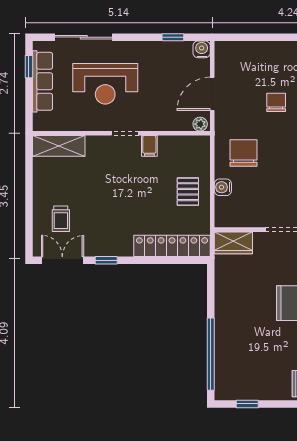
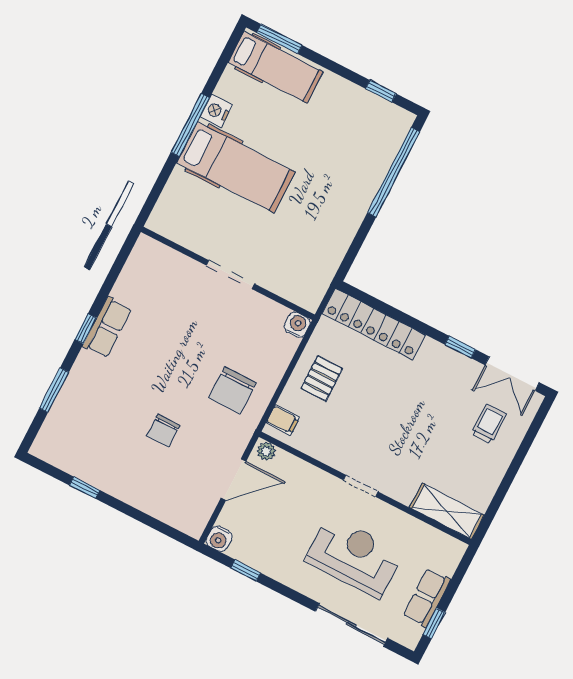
row of seats: (43, 81) -> (427, 598), width x0.68
filing cabinet: (149, 146) -> (283, 420), moved, turned 90
water cooler: (223, 187) -> (297, 325), moved, turned -90
wardrobe: (233, 243) -> (299, 290), removed

